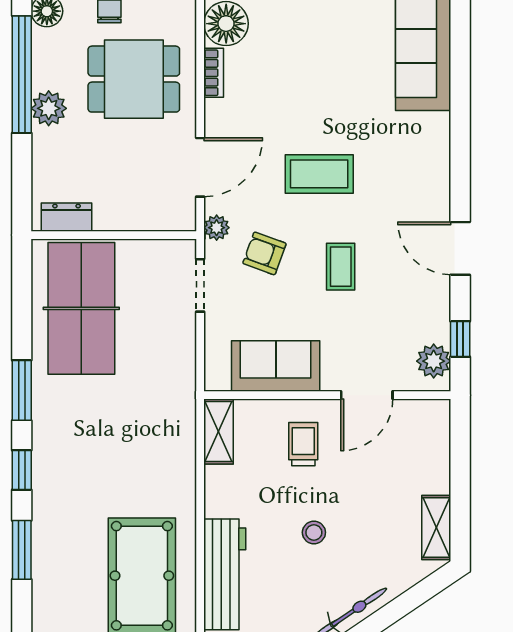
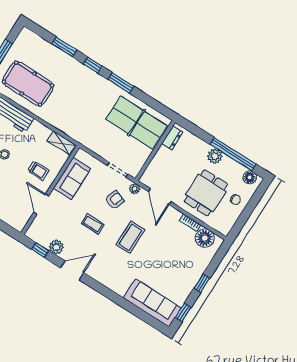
plant: (434, 361) -> (56, 247), moved

